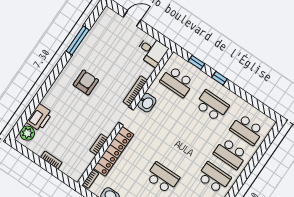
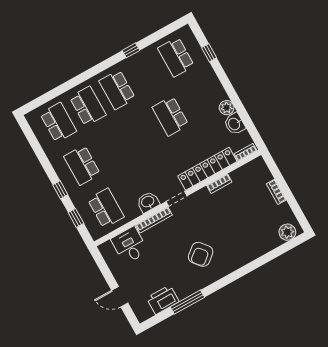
desk: (152, 51) -> (130, 245), moved
armchair: (86, 82) -> (201, 254), turned -40
printer: (40, 117) -> (163, 300), moved

